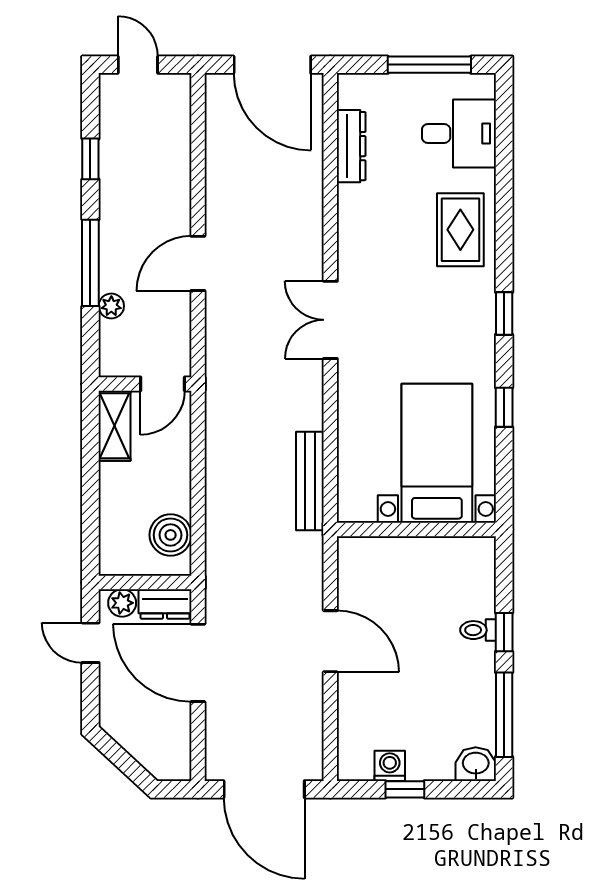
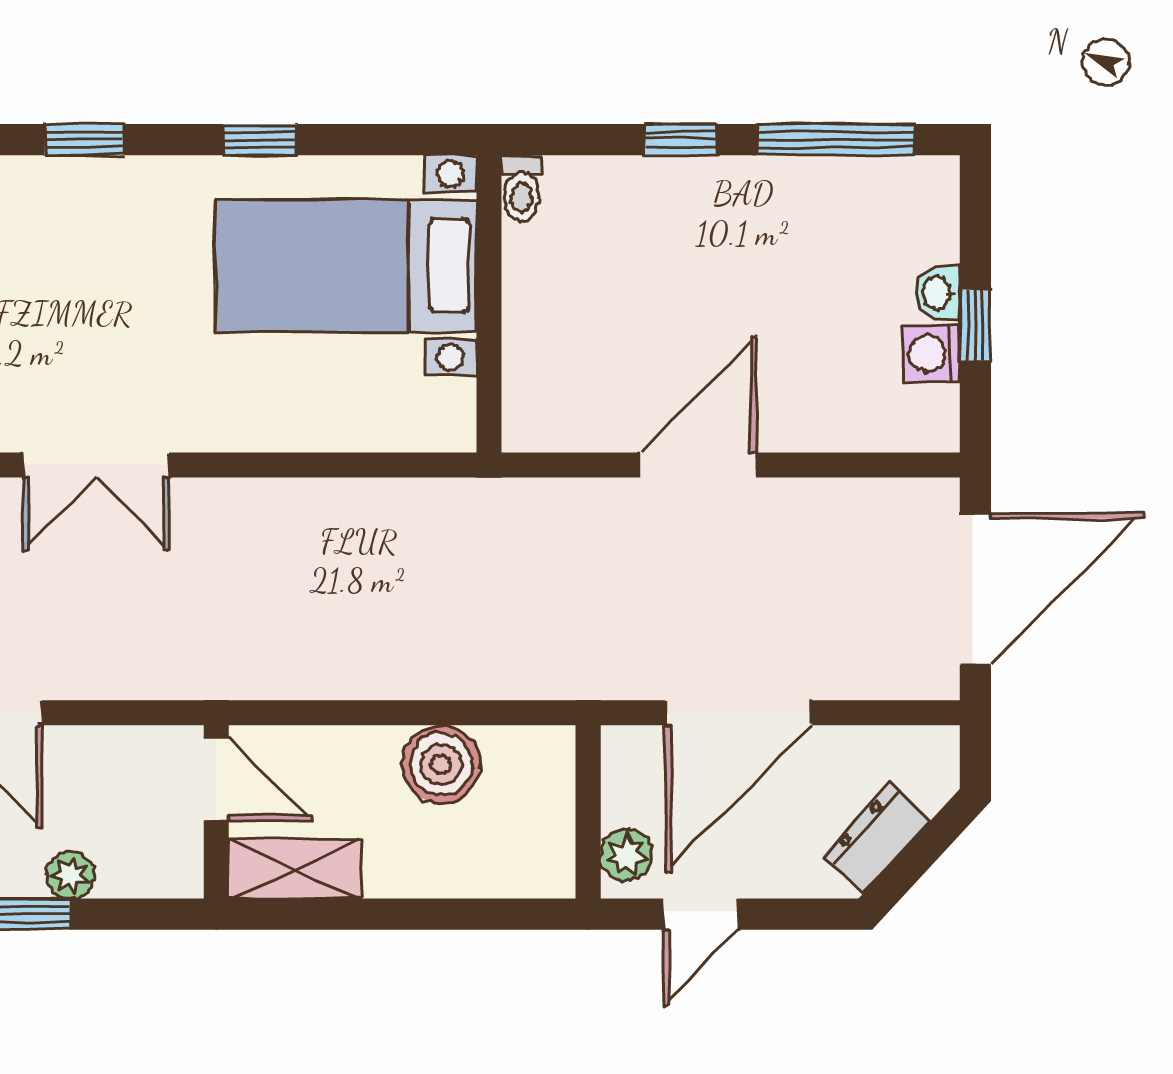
bench: (310, 481) -> (398, 503), removed
boiler: (171, 535) -> (441, 764), moved
dresser: (165, 604) -> (876, 838), moved, turned -137
toilet: (478, 630) -> (522, 188), moved
washbasin: (476, 764) -> (938, 293), moved, width x0.72, depth x0.69

